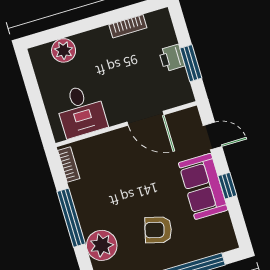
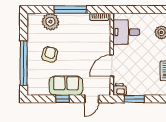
printer: (172, 58) -> (119, 89), moved

